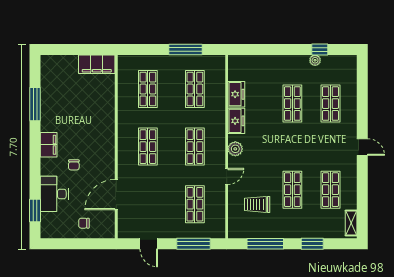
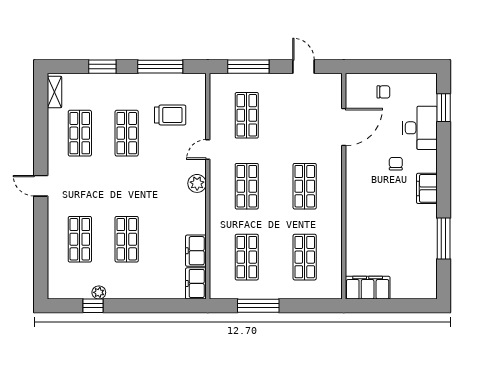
freezer: (236, 121) -> (196, 283), moved

